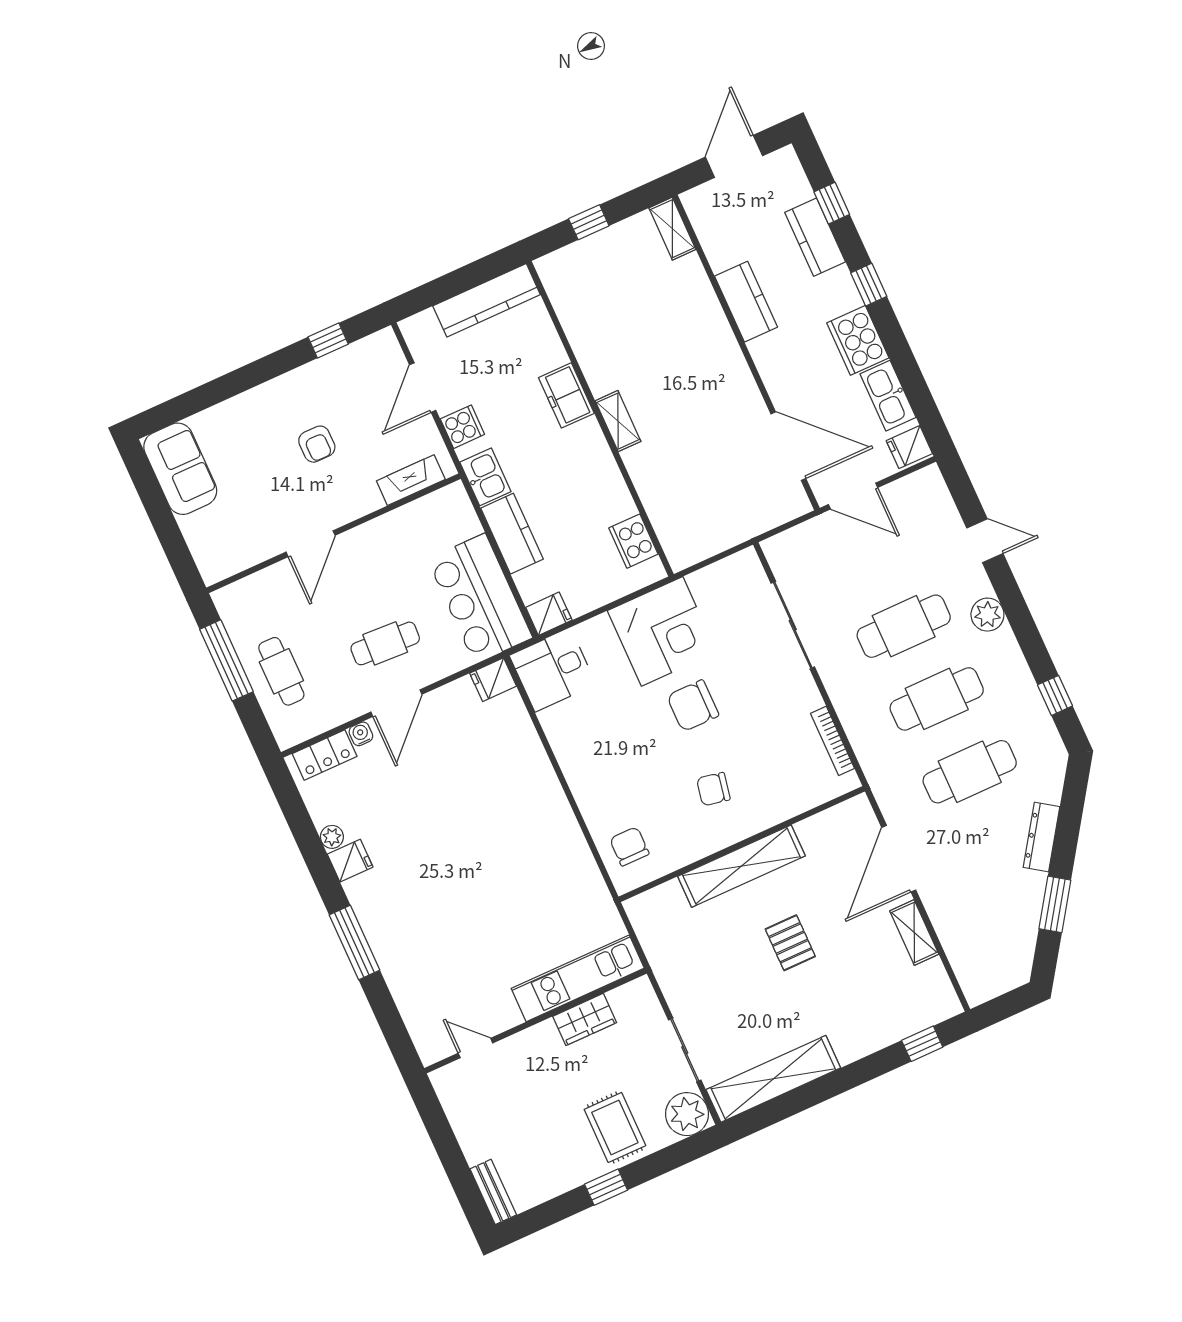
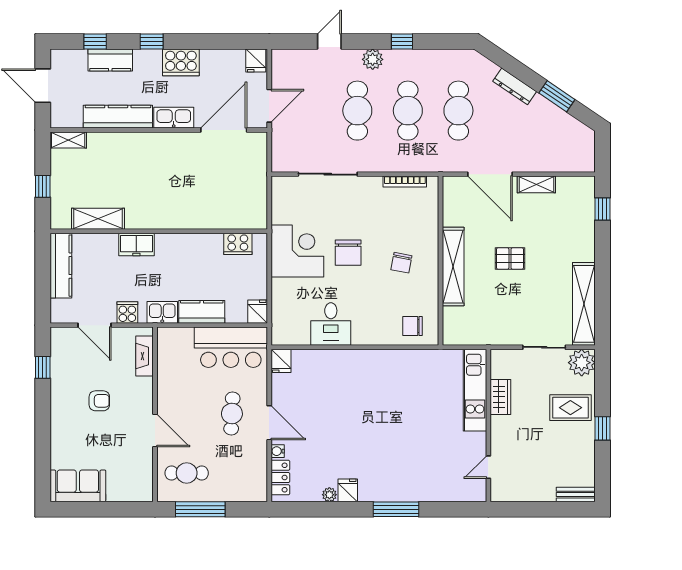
kitchen counter: (746, 302) -> (118, 117), width x1.50
kitchen sink: (888, 396) -> (174, 118), moved, turned 180
shelving: (618, 421) -> (98, 219), moved, width x1.50, depth x1.33
desk: (553, 670) -> (331, 324), moved
cafe table: (281, 671) -> (187, 473), moved
window: (1055, 695) -> (402, 42), moved

